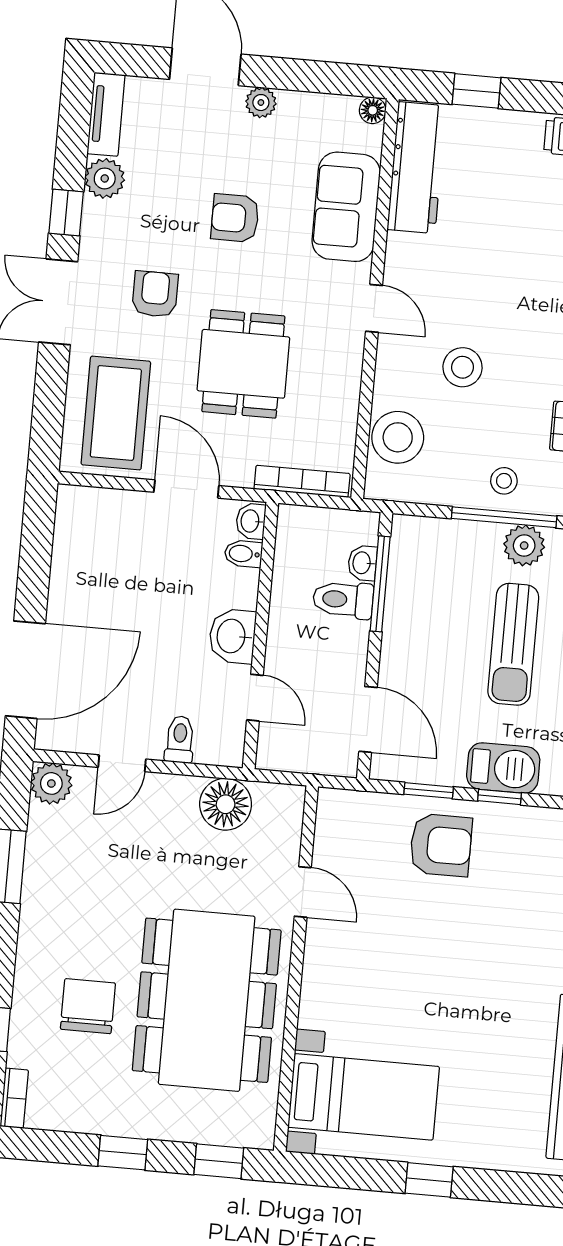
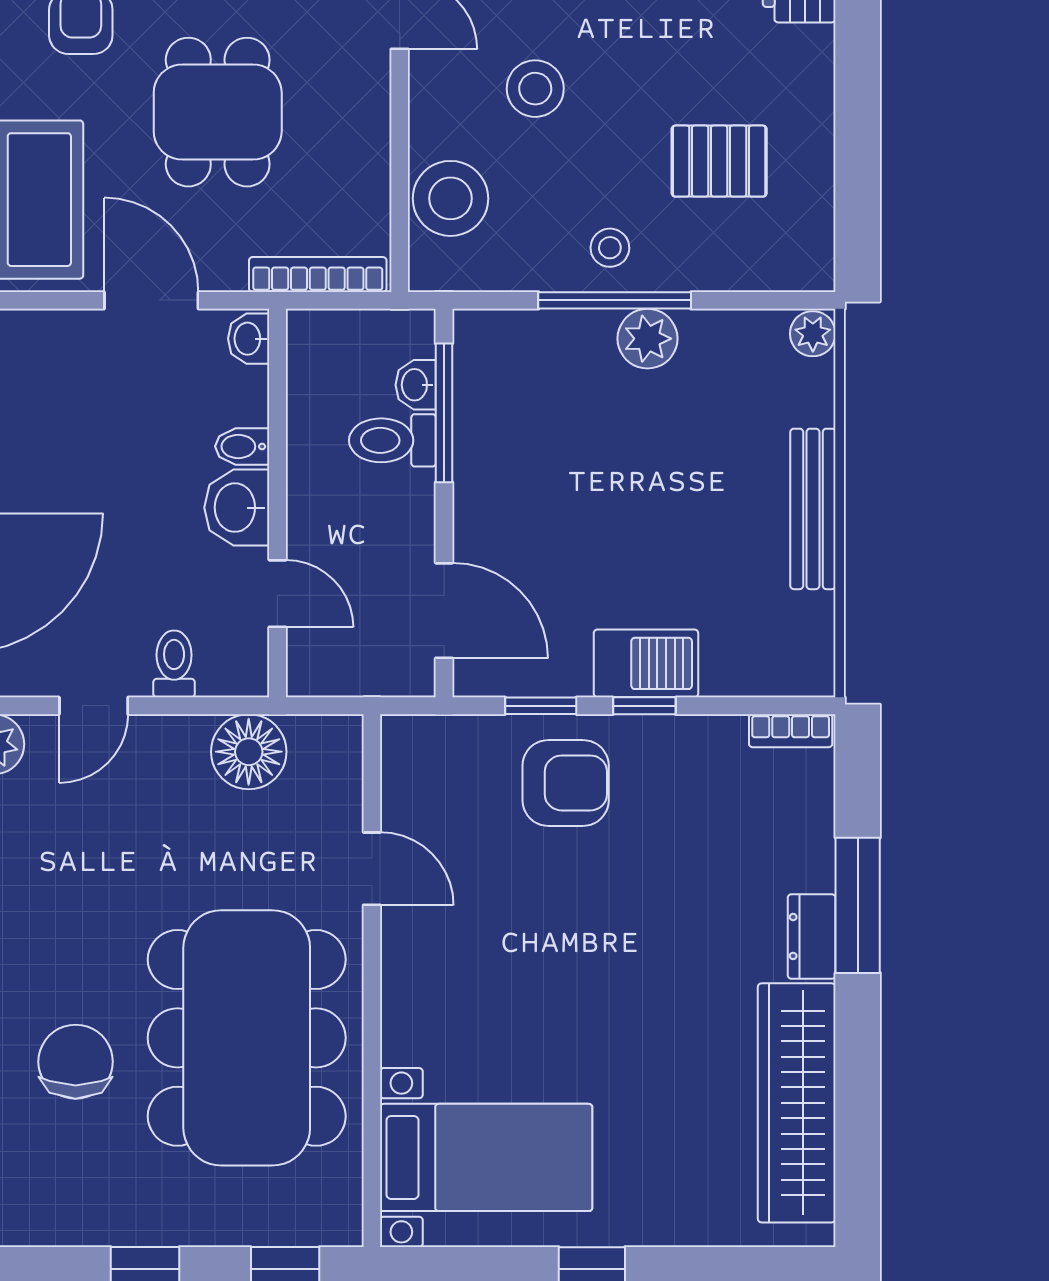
bidet: (243, 554) -> (242, 446), moved
sun lounger: (513, 644) -> (644, 483), removed

